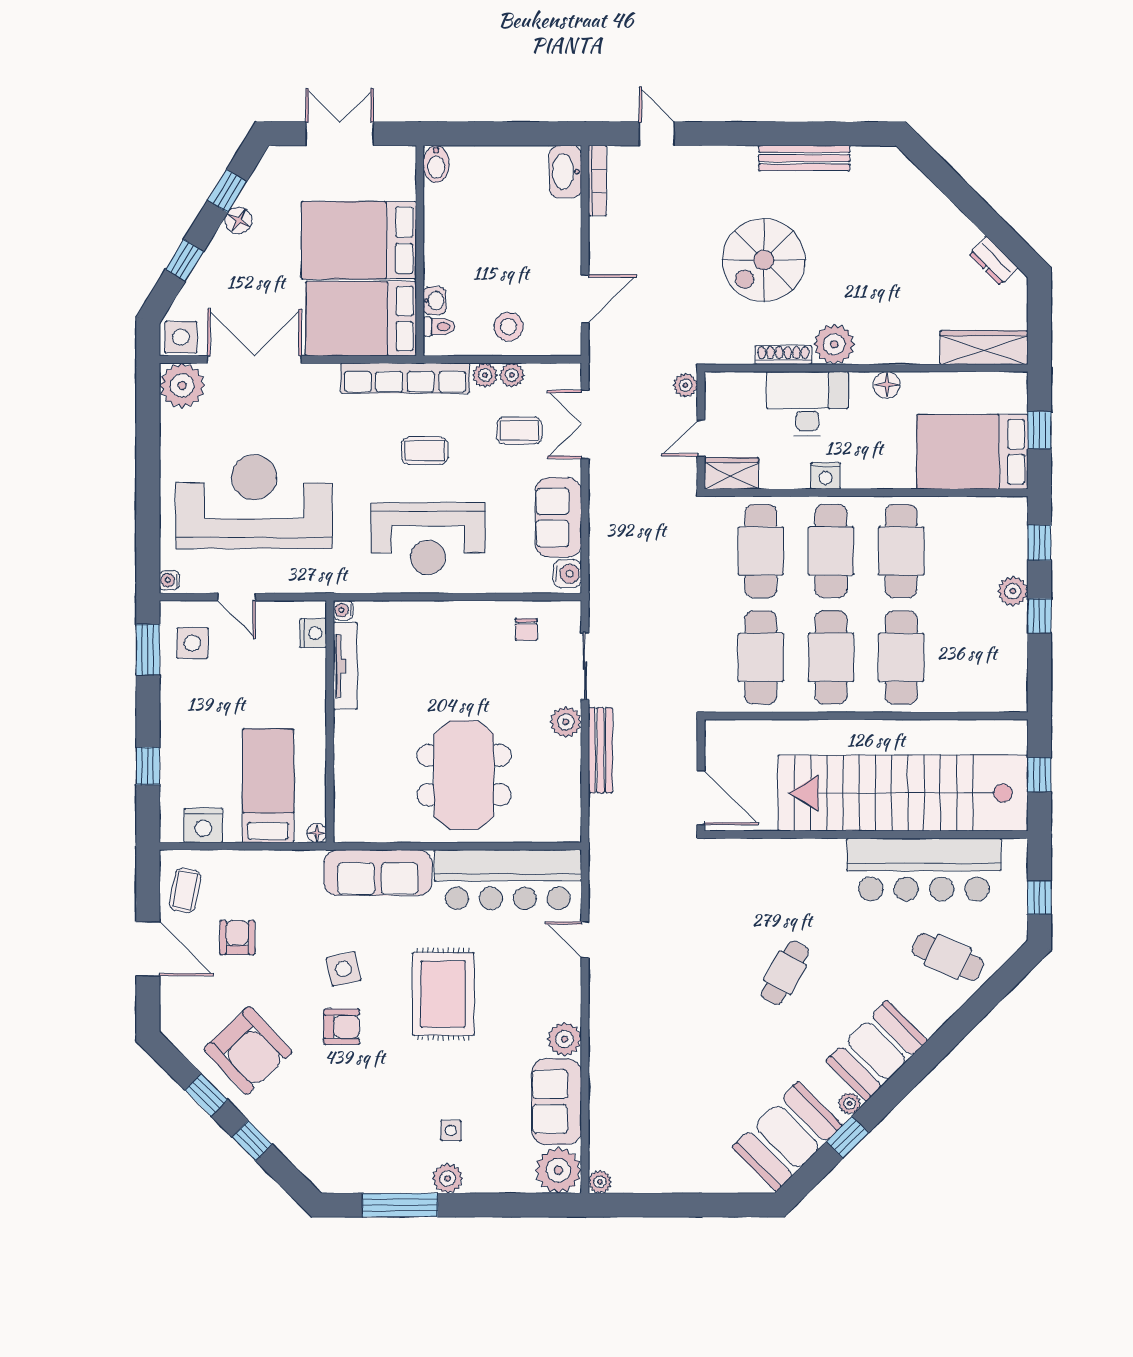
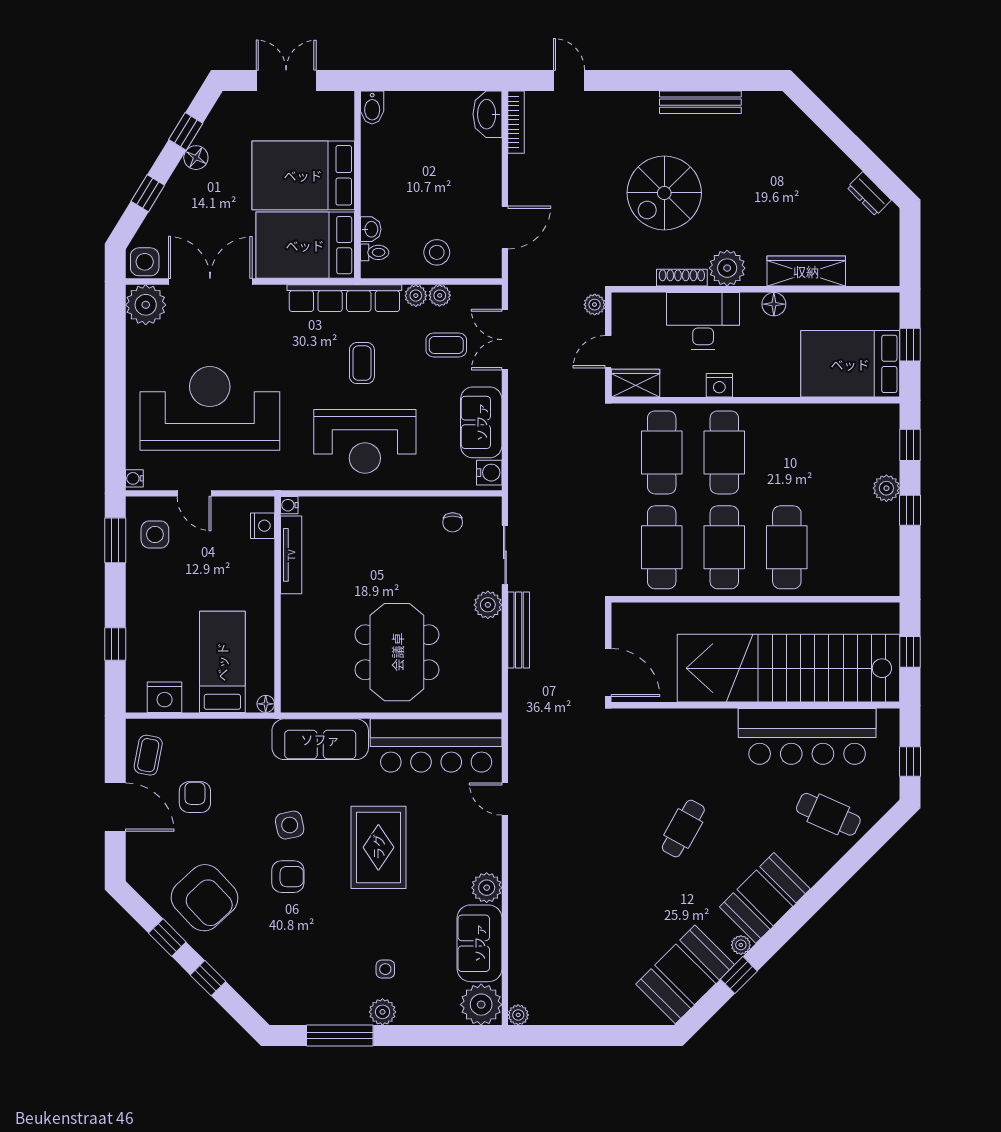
wardrobe: (984, 348) -> (806, 271), moved
coffee table: (425, 451) -> (362, 363), turned 90
cafe table: (901, 551) -> (787, 452), removed

